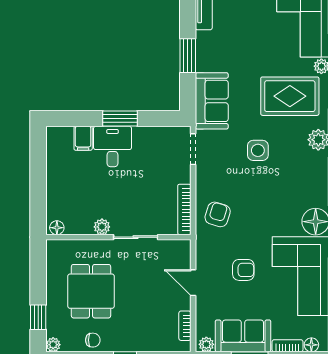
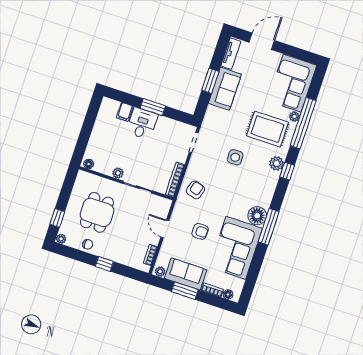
sofa: (212, 101) -> (225, 89), moved

